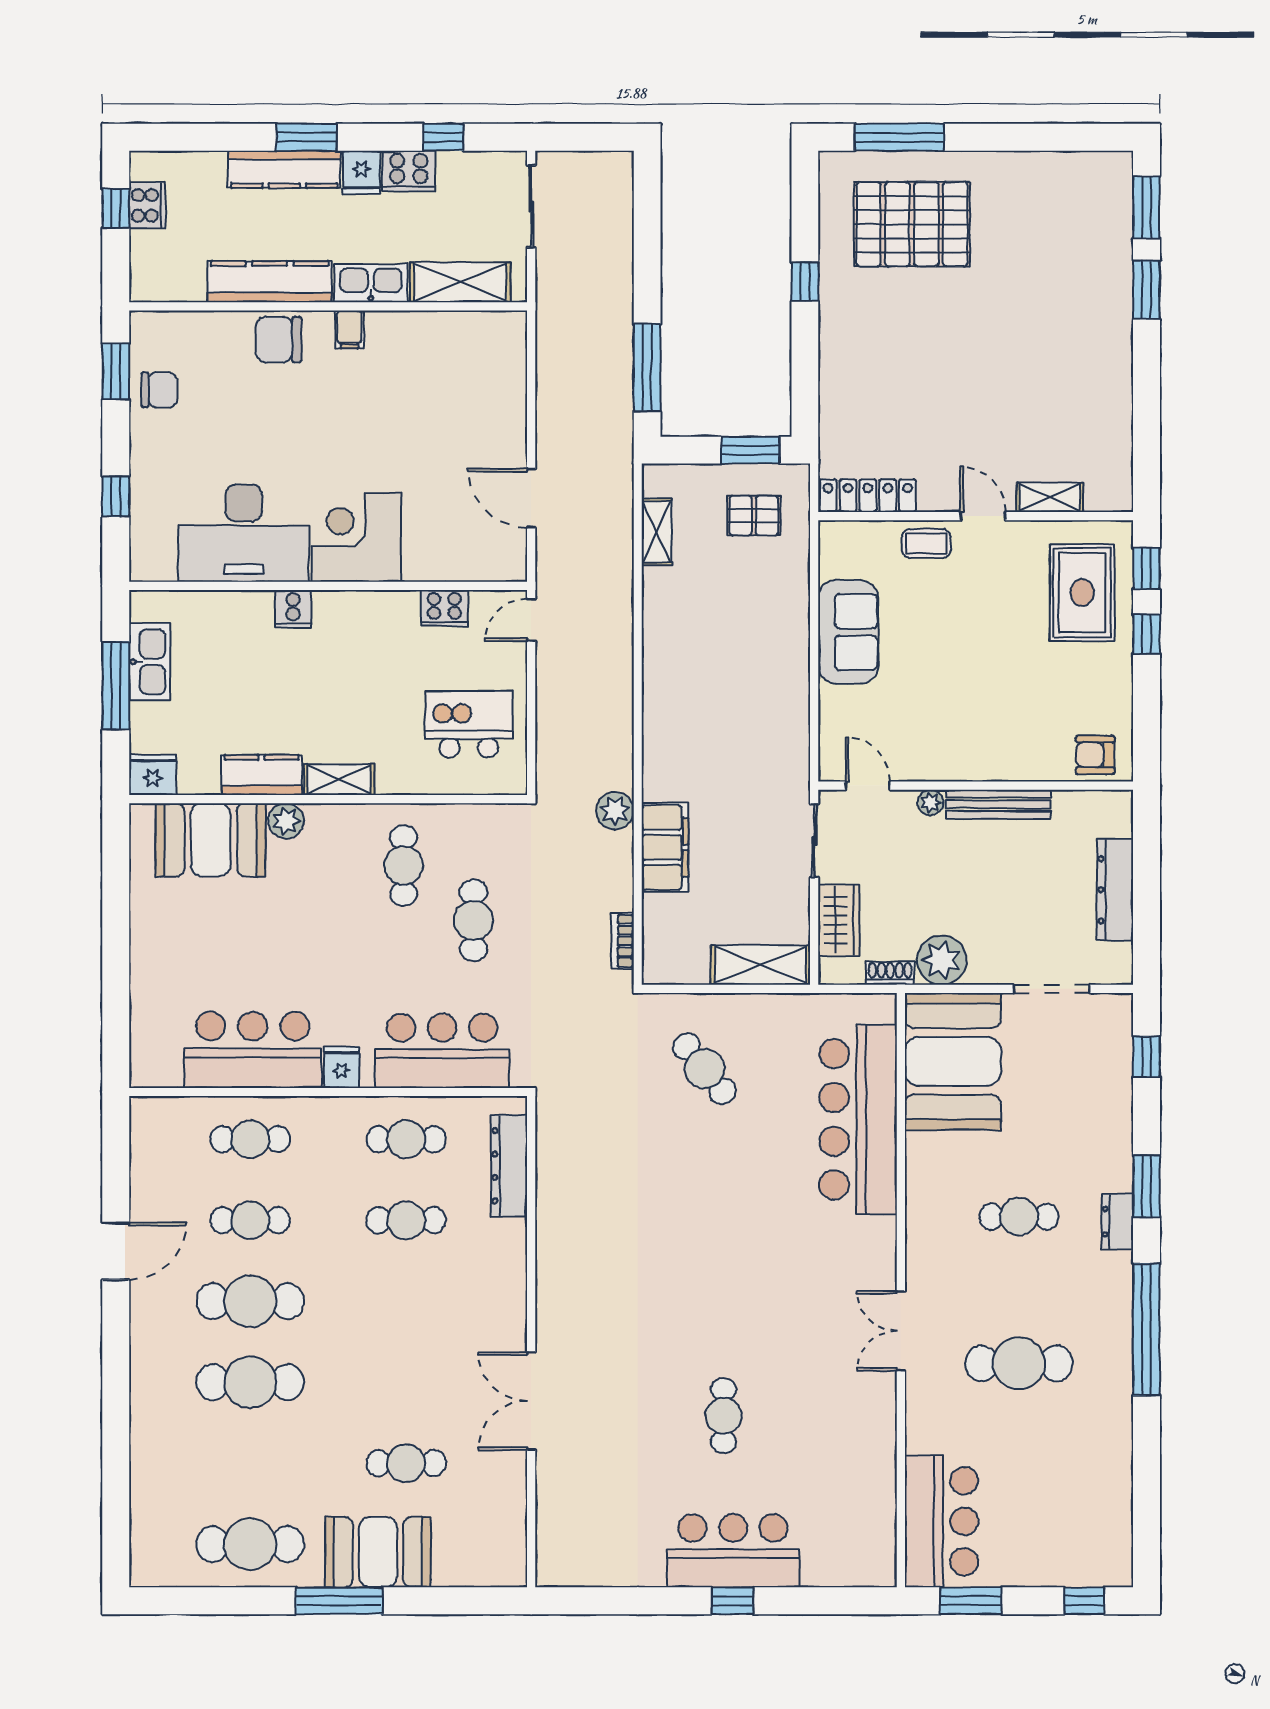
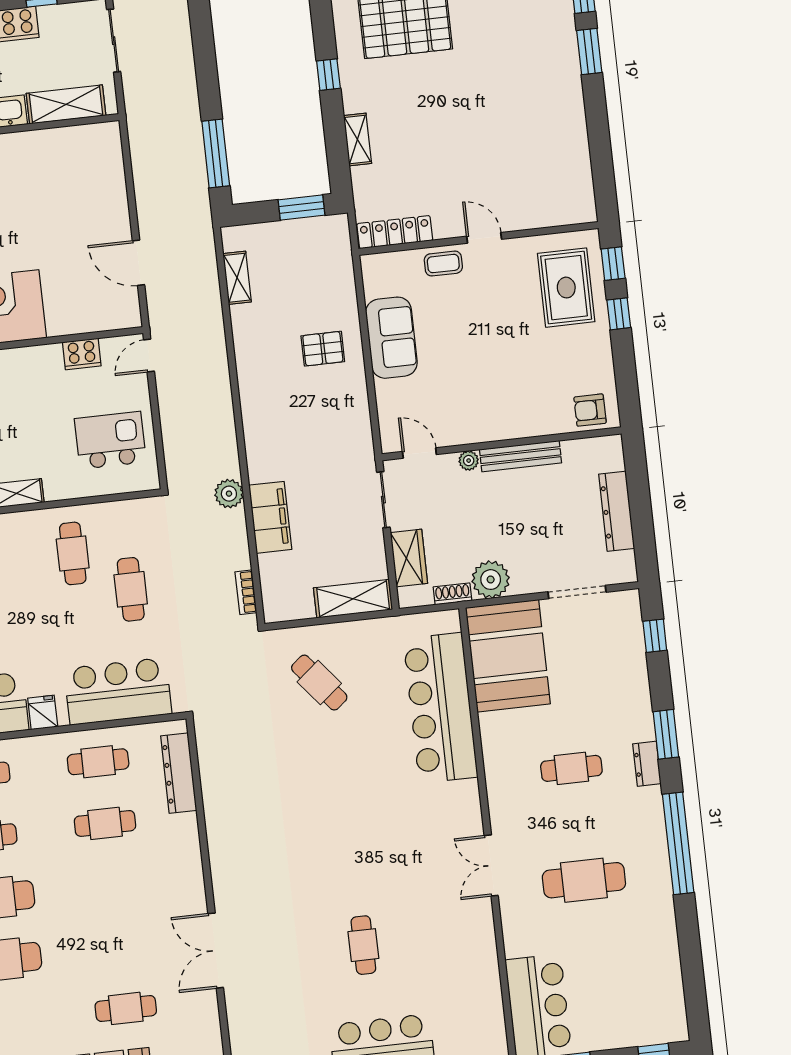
shelving: (1050, 497) -> (357, 139), moved, turned 90
pallet: (754, 516) -> (323, 349), moved

